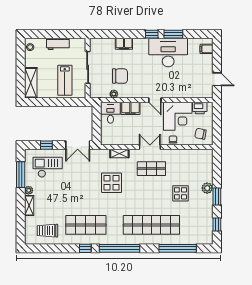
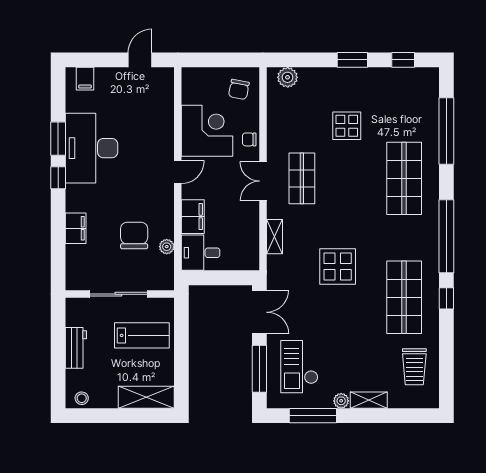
printer: (200, 108) -> (192, 91), removed
window: (46, 145) -> (259, 369), width x2.17
display table: (112, 183) -> (338, 267), moved
plant: (207, 188) -> (288, 77), moved
shop shelf: (151, 225) -> (404, 178), width x0.71

